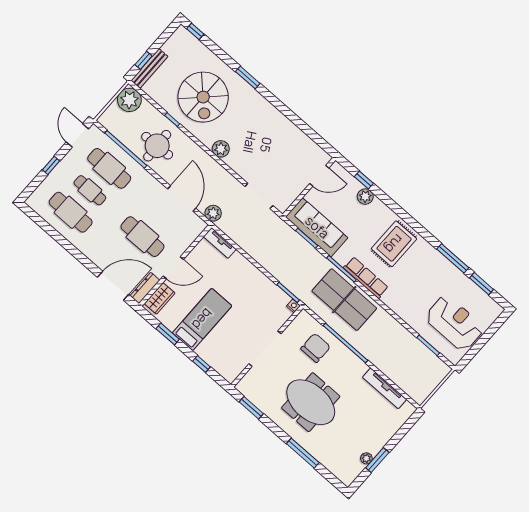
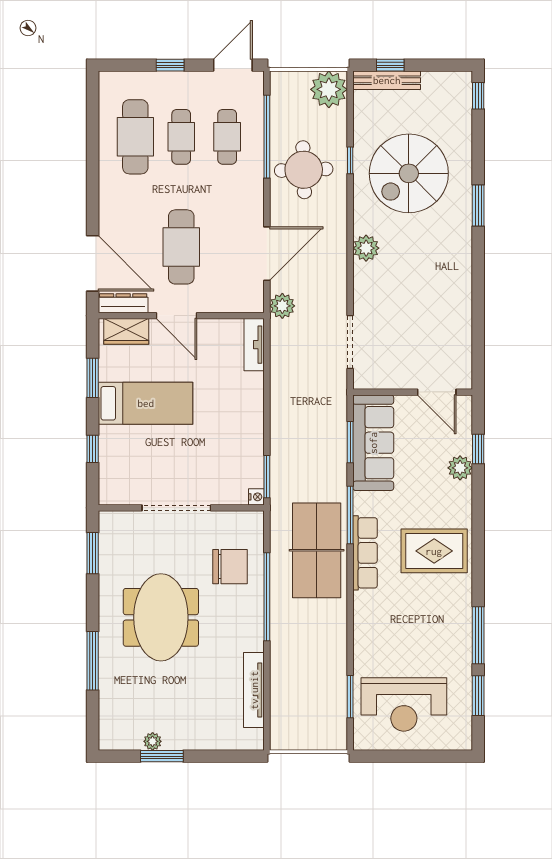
cafe table: (109, 168) -> (227, 137), width x0.73, depth x0.74
reception desk: (455, 323) -> (404, 704), turned 90

